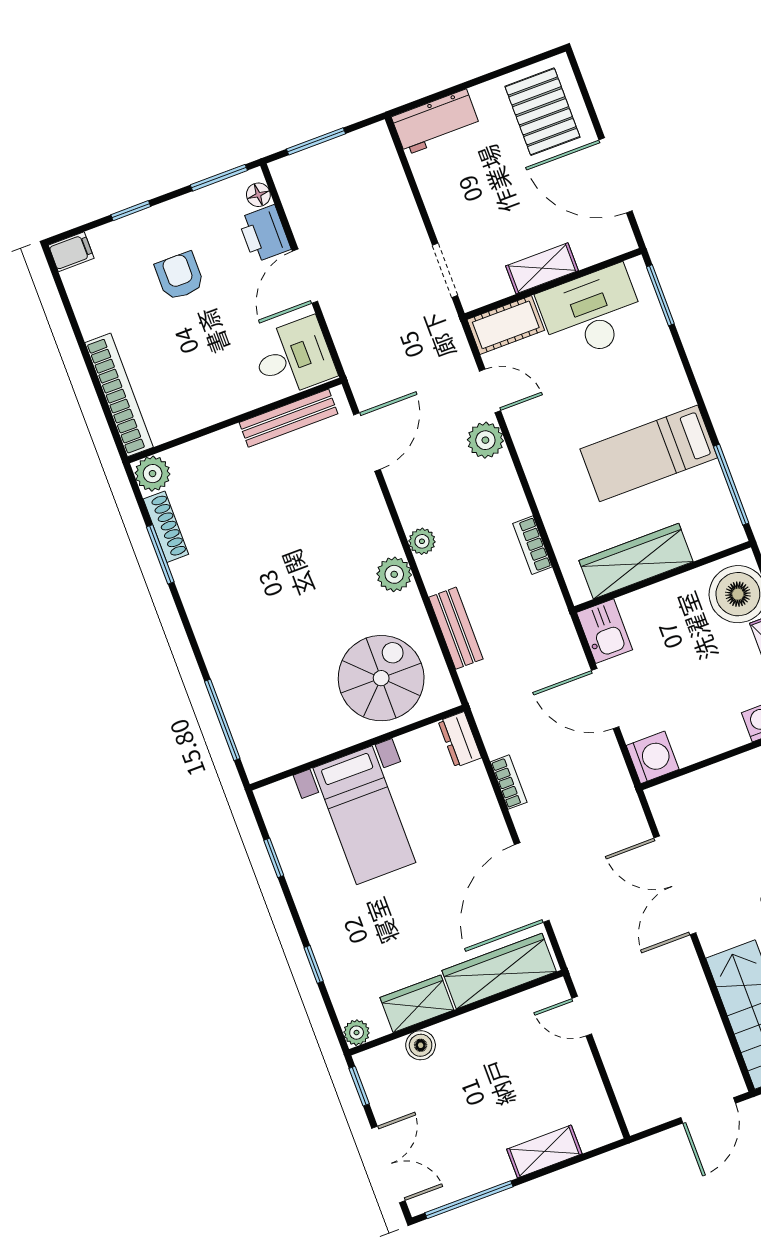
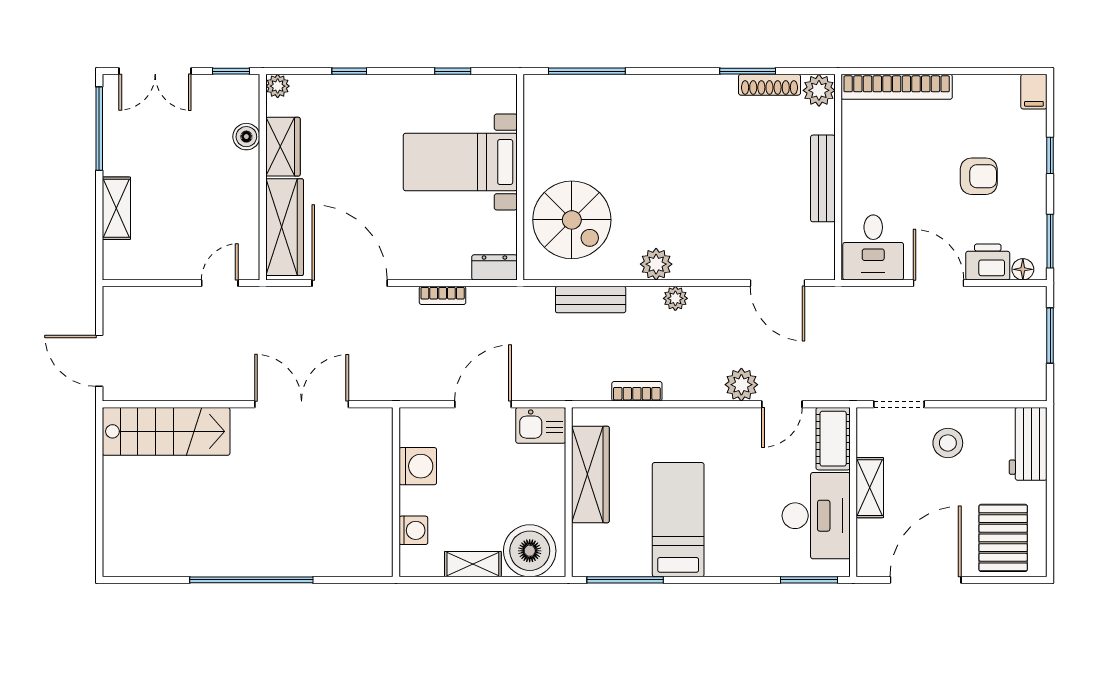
pallet: (542, 112) -> (1003, 538), turned 90
stool: (466, 205) -> (948, 443), added
bench: (288, 418) -> (823, 178), moved
washing machine: (653, 757) -> (418, 466), moved, turned -90

